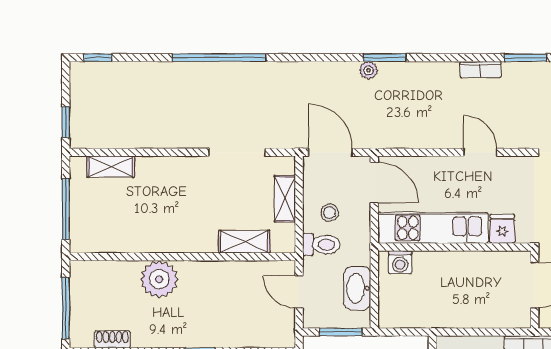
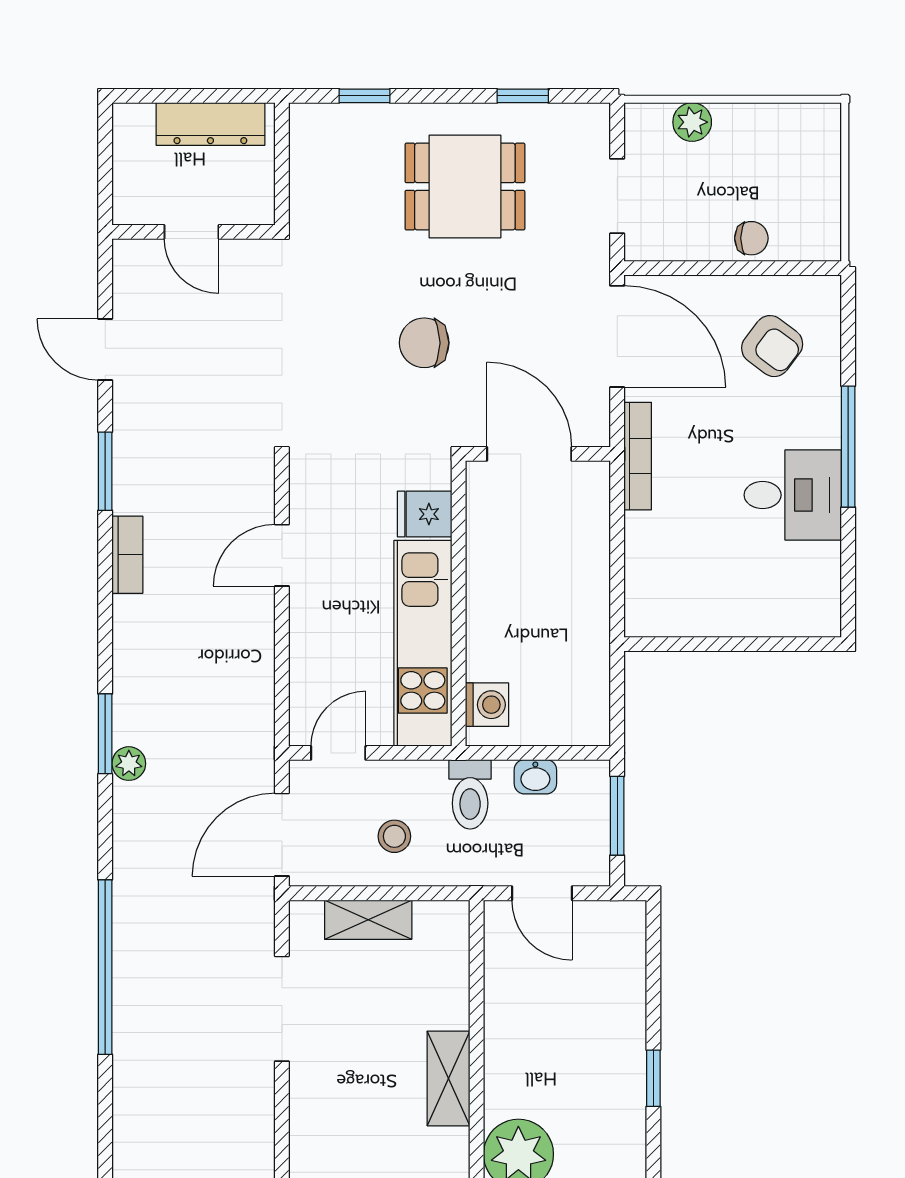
window: (219, 58) -> (105, 967), moved
door: (374, 183) -> (338, 753), width x0.73
shelving: (244, 242) -> (449, 1078), moved
toilet: (321, 245) -> (470, 794), moved, turned 180
washbasin: (357, 288) -> (535, 777), width x0.52, depth x0.69
door: (299, 292) -> (542, 893), hinge flipped

